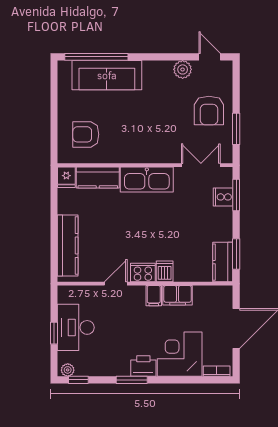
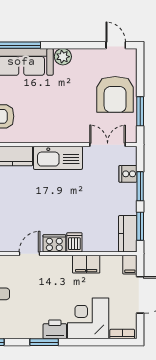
plant: (183, 69) -> (63, 57), moved
armchair: (209, 111) -> (115, 94), width x1.36, depth x1.36
window: (236, 195) -> (140, 186), moved
filing cabinet: (154, 296) -> (130, 265), moved

